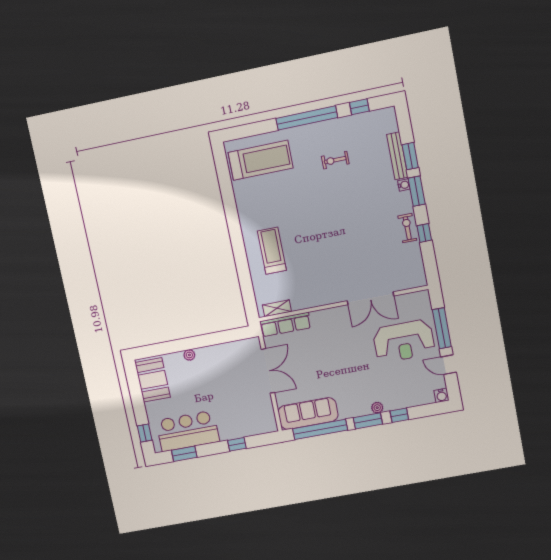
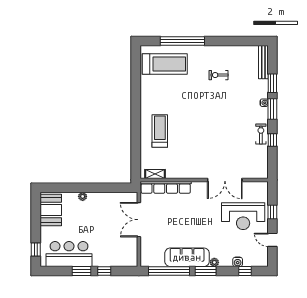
window: (359, 107) -> (243, 41), removed
window: (307, 118) -> (182, 41), moved
bench: (397, 156) -> (263, 62), moved
row of seats: (285, 324) -> (166, 187), width x1.36
window: (442, 328) -> (272, 212), width x0.46
double door: (268, 371) -> (139, 220), swing flipped
water cooler: (442, 395) -> (238, 262), moved
sofa: (308, 414) -> (187, 257), moved
window: (399, 415) -> (245, 271), moved
window: (184, 454) -> (82, 271), moved

